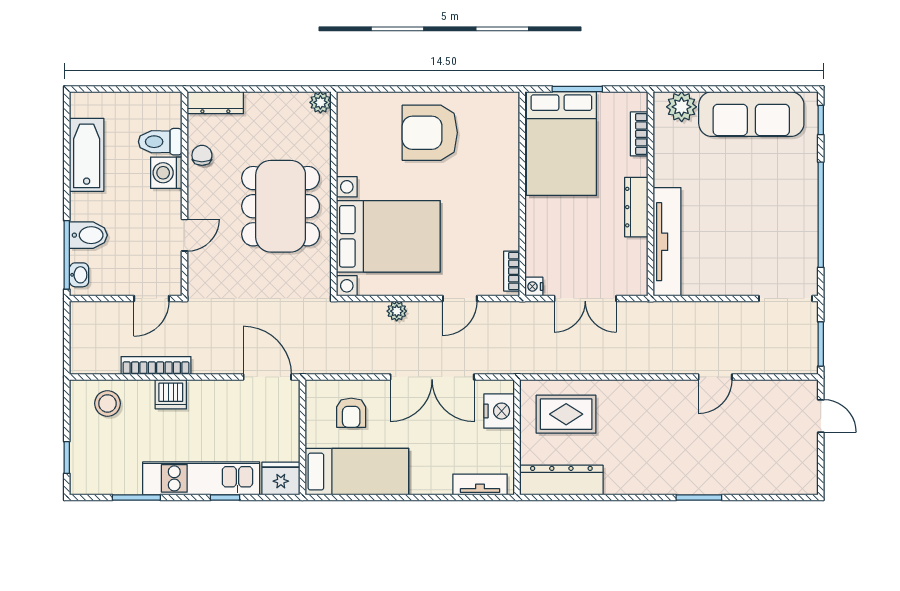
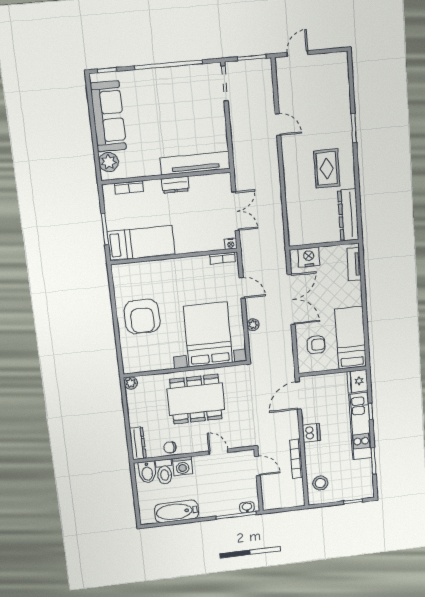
bed: (561, 144) -> (141, 243), width x0.67
dresser: (636, 207) -> (175, 185), width x0.70
bidet: (88, 235) -> (147, 472), moved, turned 180
dishwasher: (171, 394) -> (311, 433), moved
rug: (566, 414) -> (327, 168), moved

